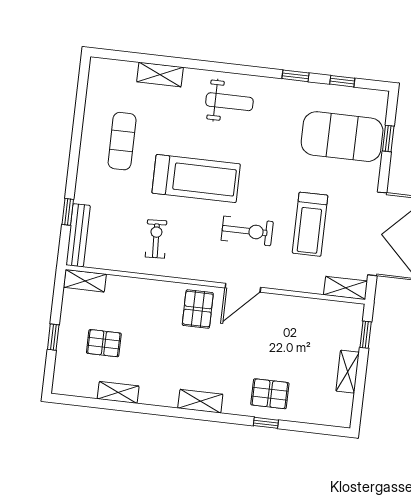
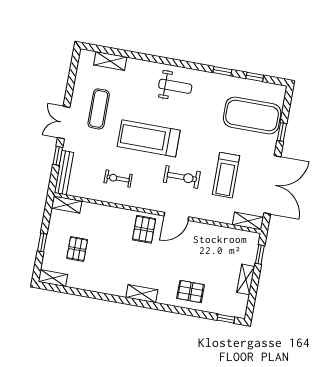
shelving: (160, 75) -> (110, 61), moved
window: (388, 139) -> (282, 132), moved
double door: (73, 164) -> (64, 123), added
treadmill: (196, 179) -> (149, 138), turned 180
exercise bike: (156, 239) -> (118, 179), turned -87
pallet: (104, 343) -> (77, 249), turned 90
shelving: (118, 392) -> (53, 278), moved
window: (266, 423) -> (226, 319), moved

